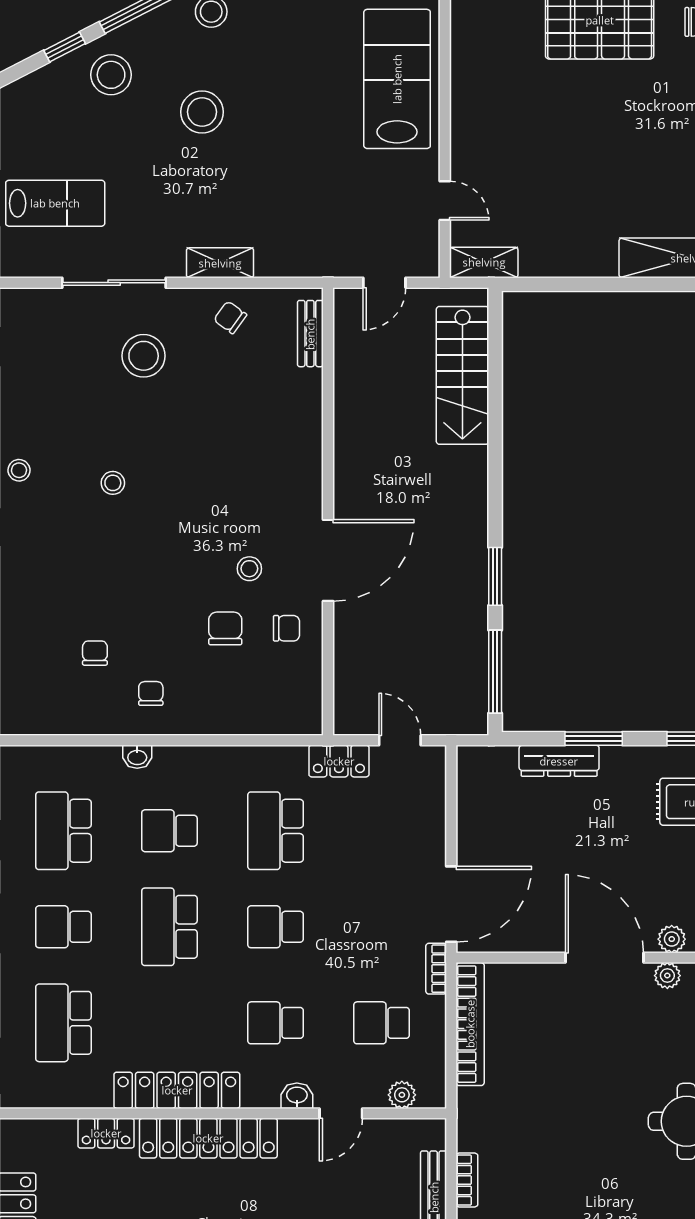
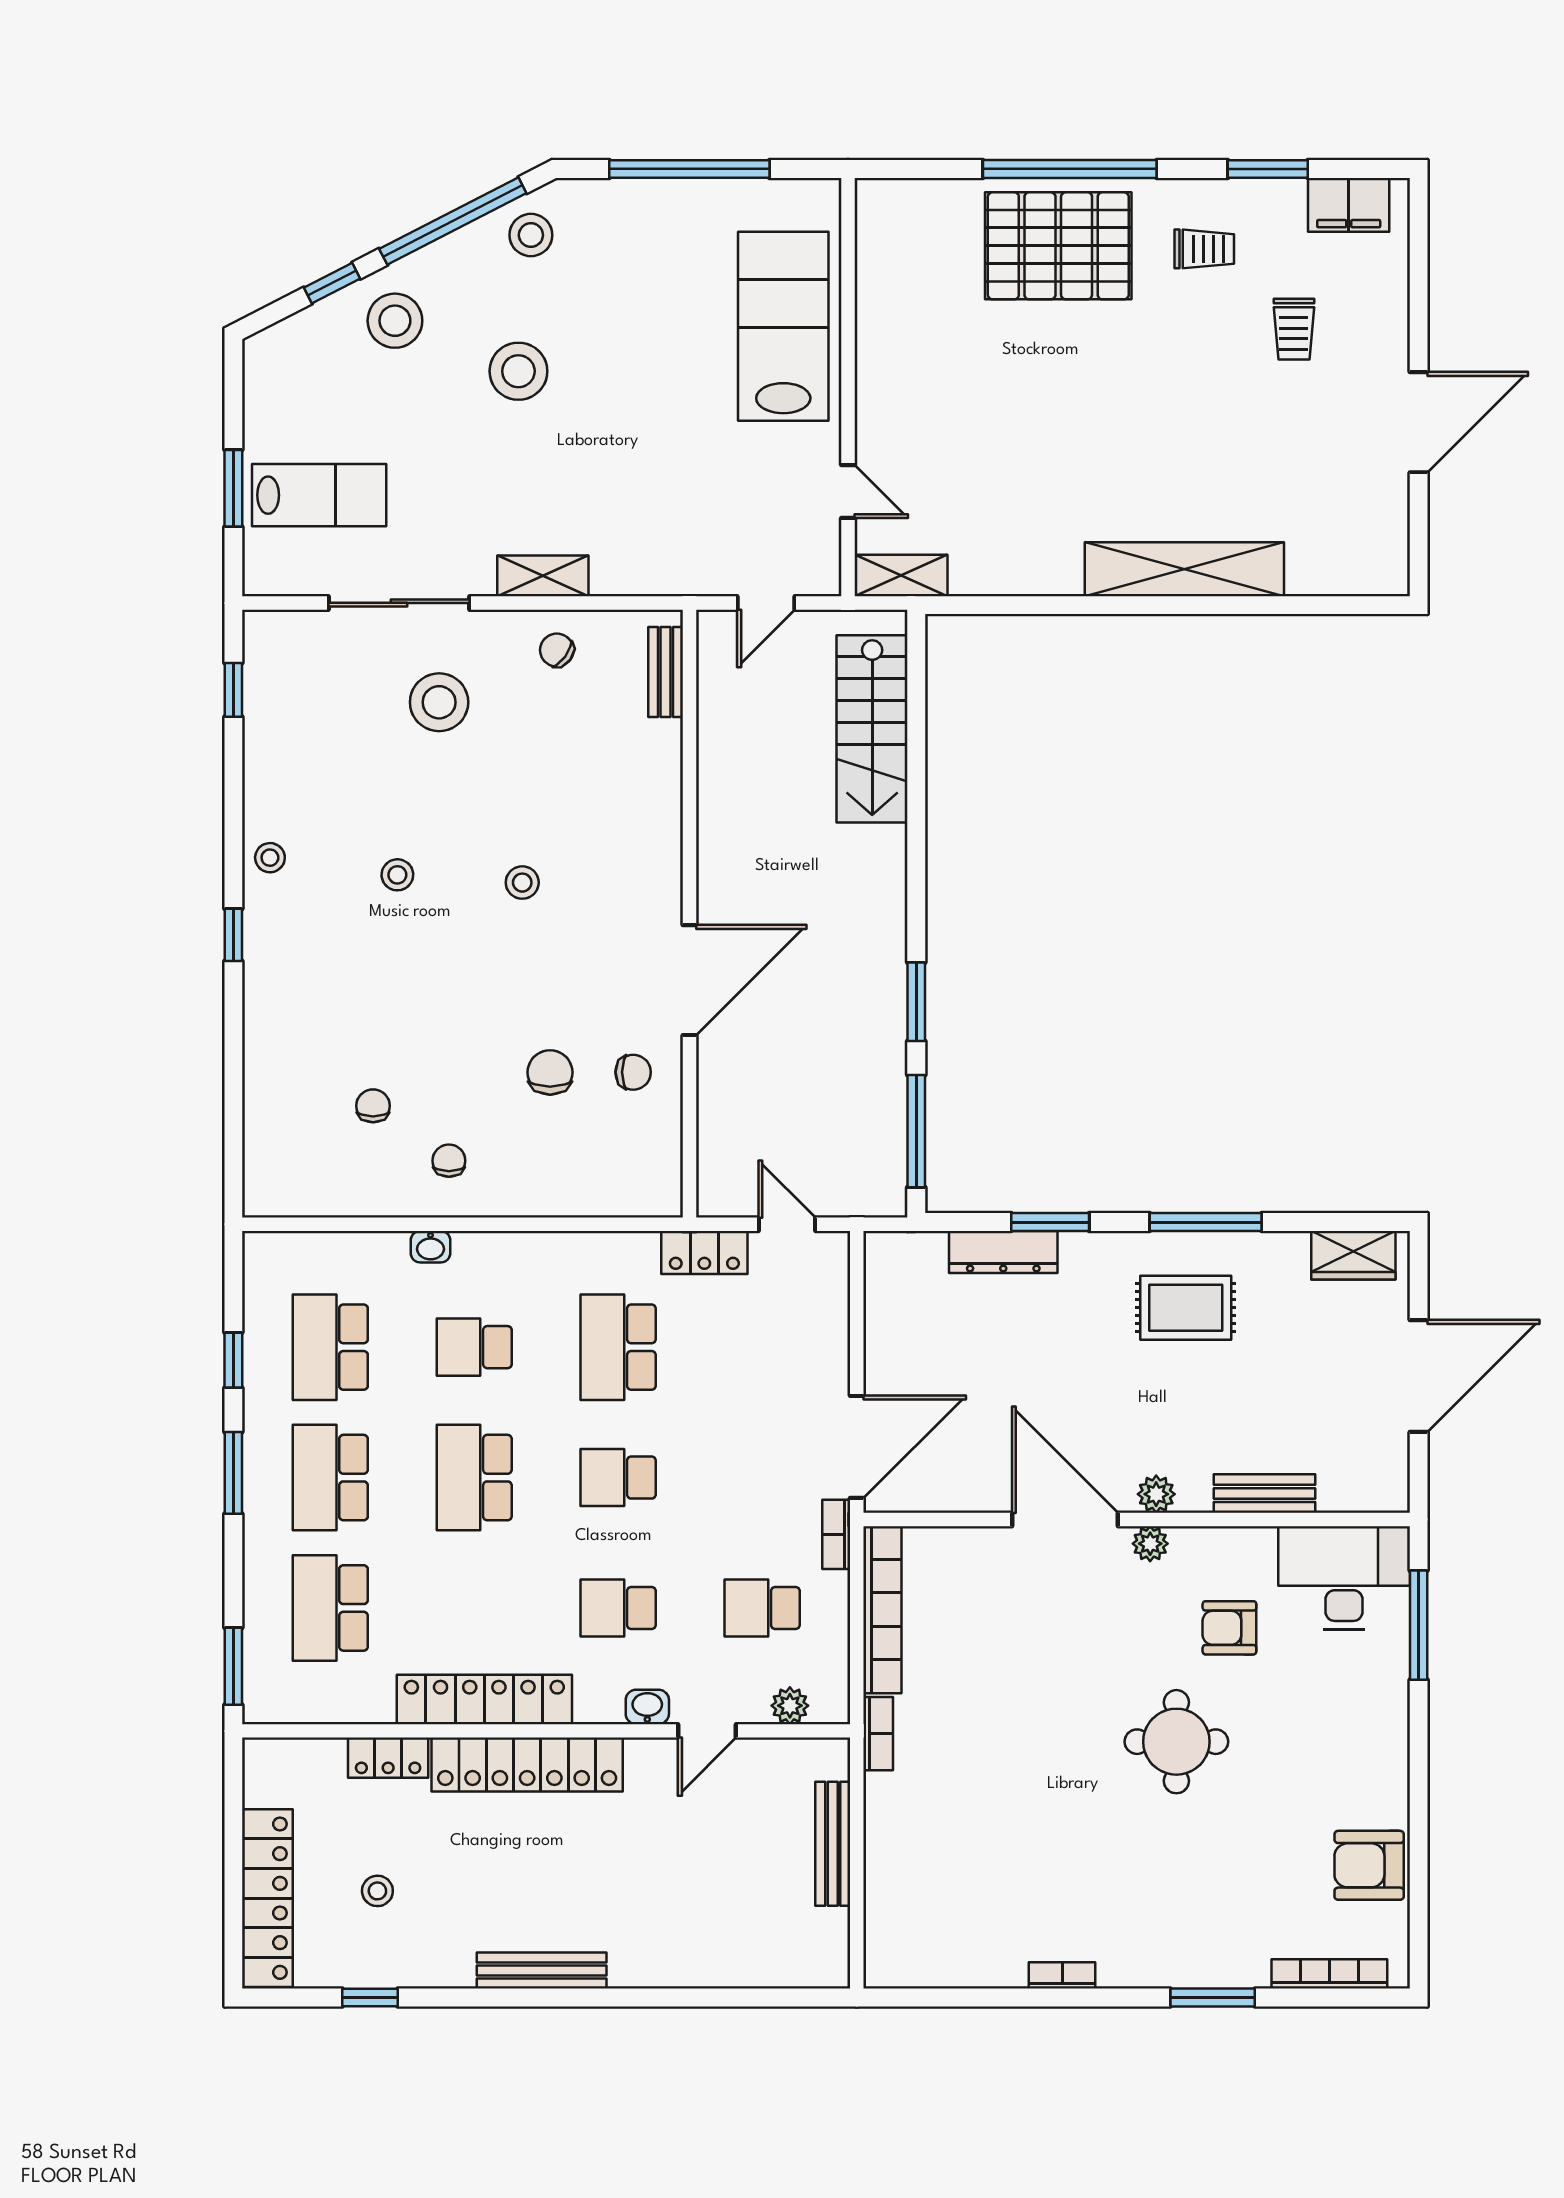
stool: (249, 569) -> (522, 883), moved
school desk: (63, 927) -> (330, 1478), width x1.85
bookcase: (467, 1180) -> (878, 1734), moved

